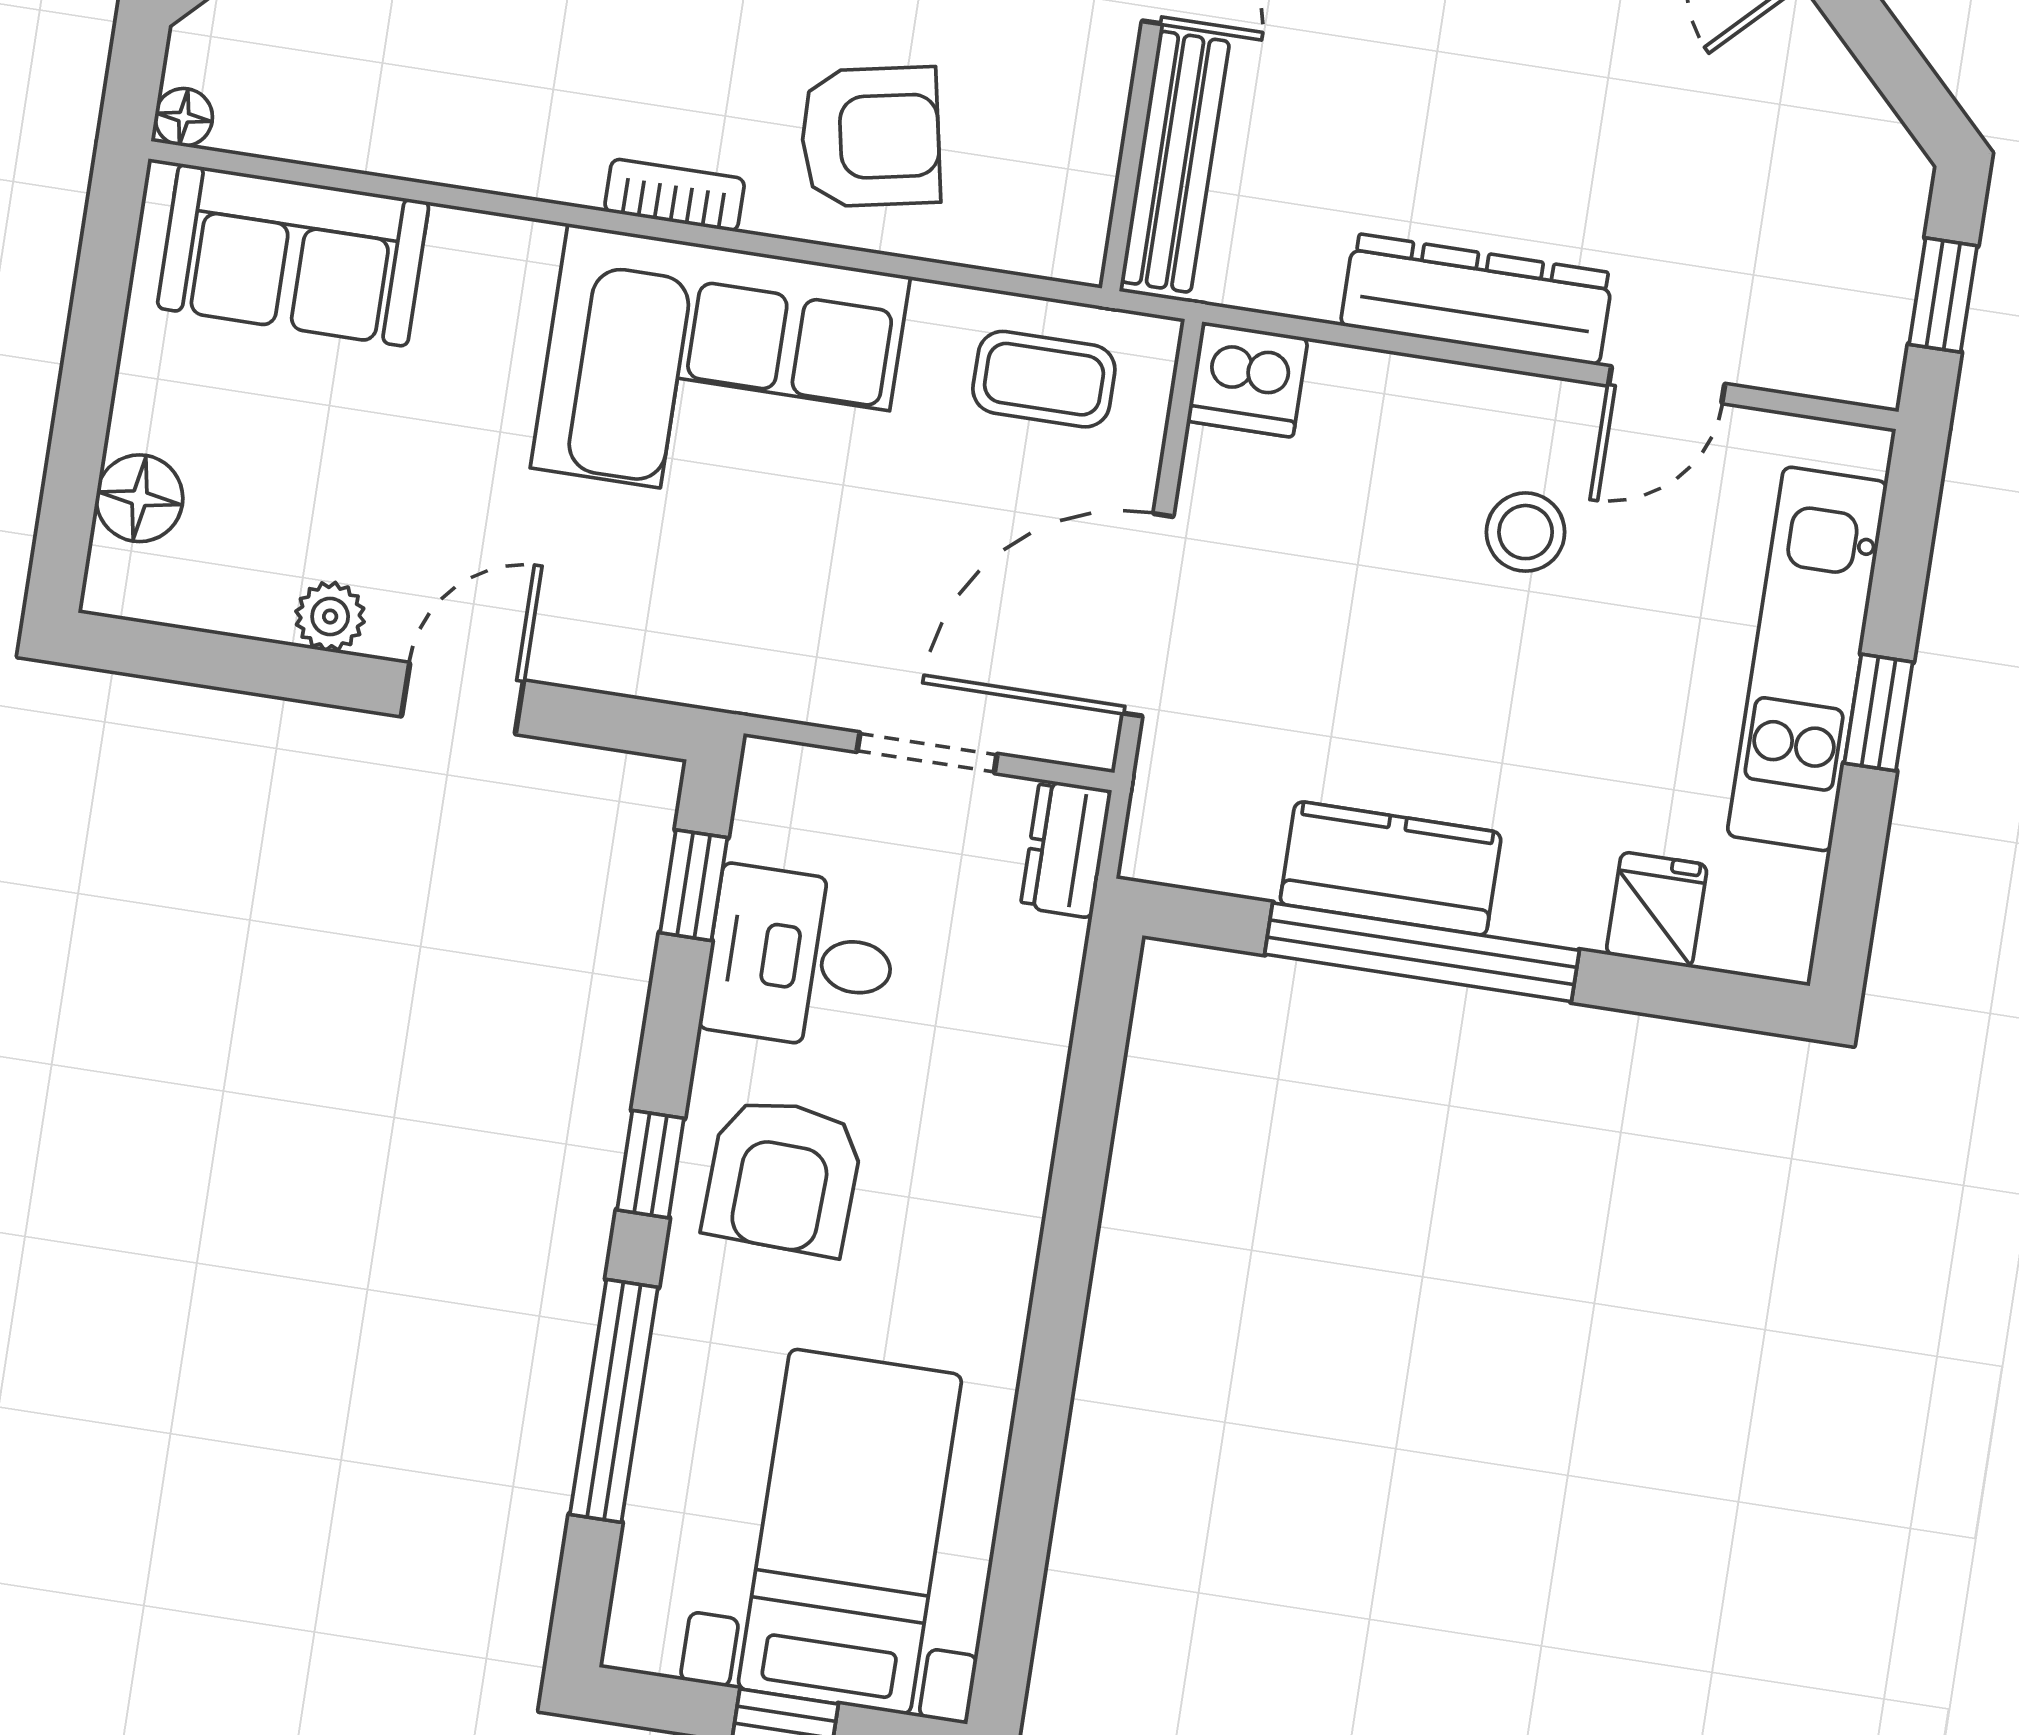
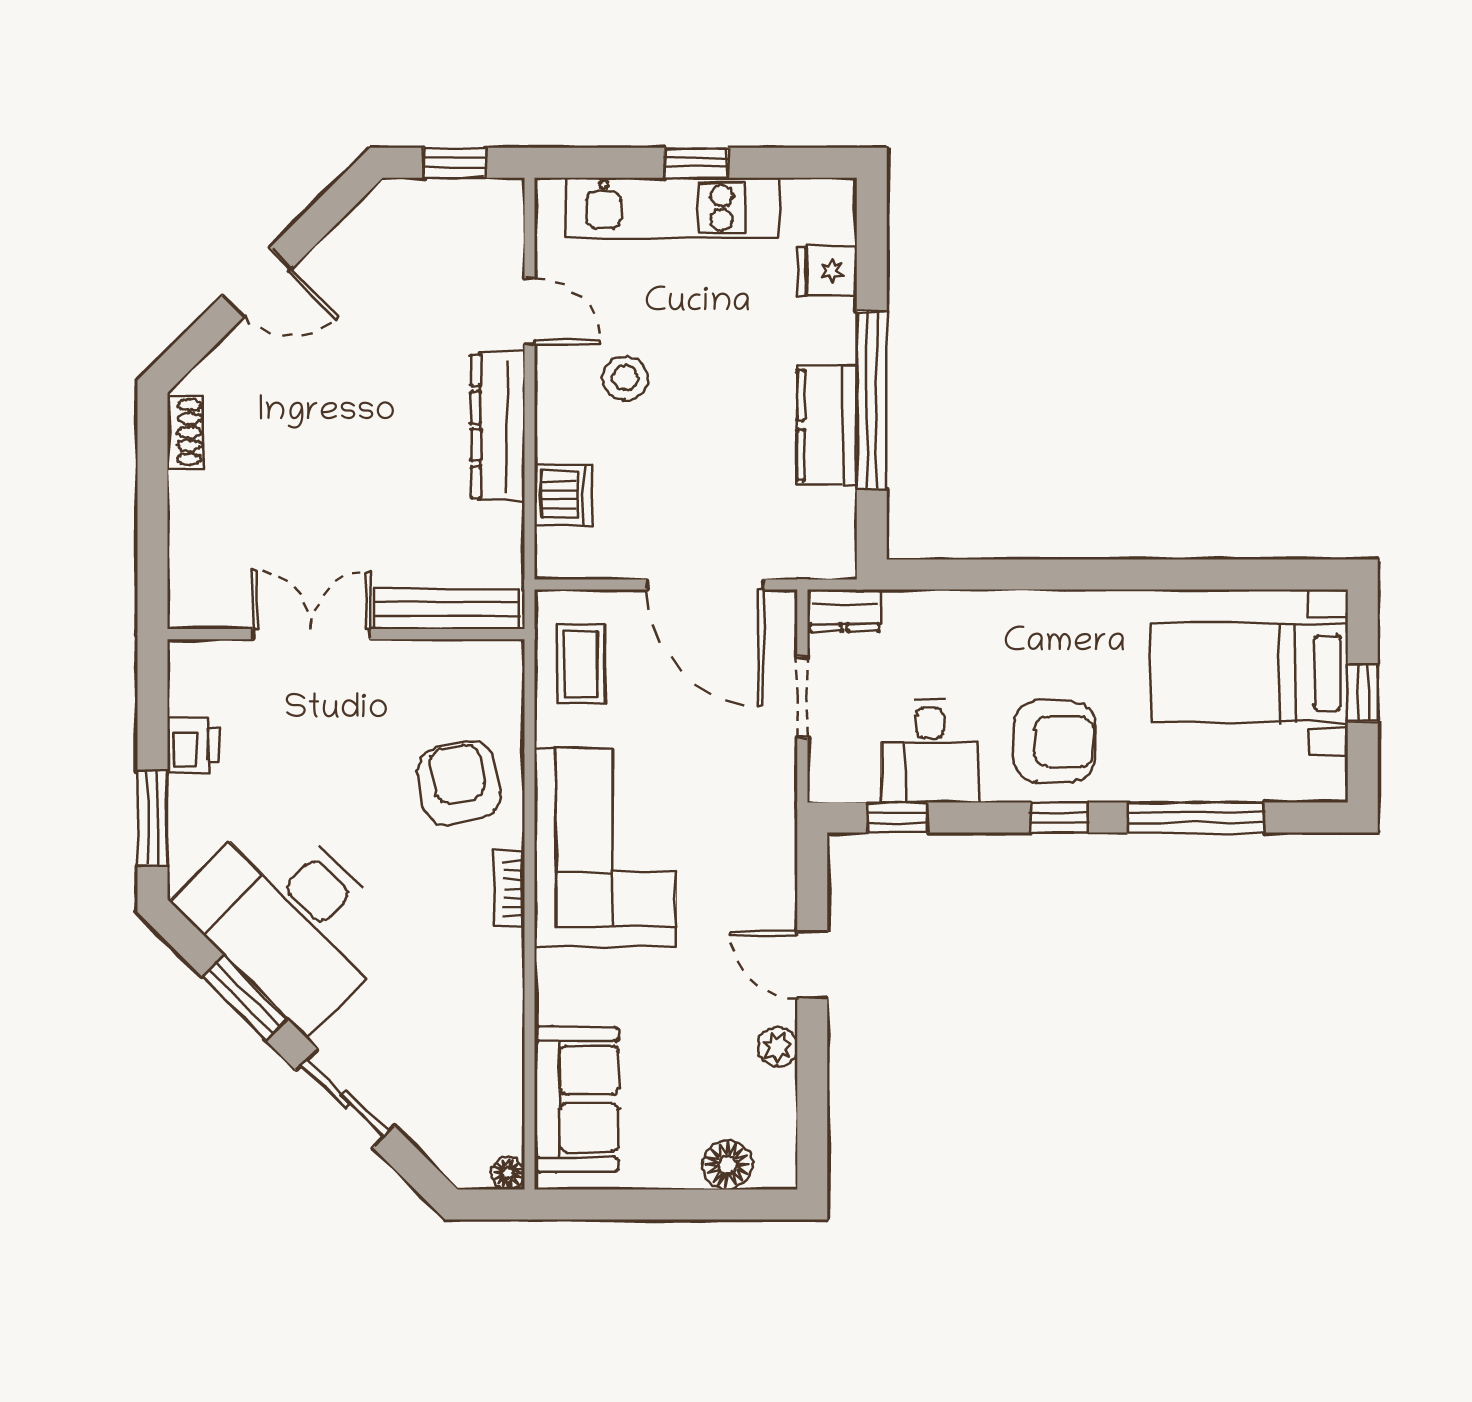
dishwasher: (1248, 380) -> (563, 495), moved

